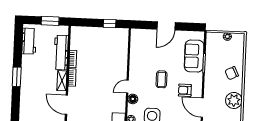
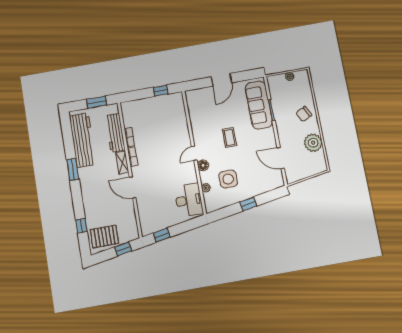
workbench: (29, 41) -> (83, 140), width x1.88, depth x1.32
sofa: (194, 56) -> (259, 105), width x1.36
armchair: (185, 90) -> (257, 144), removed

